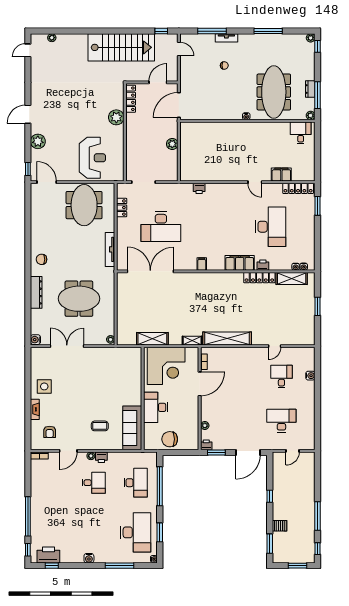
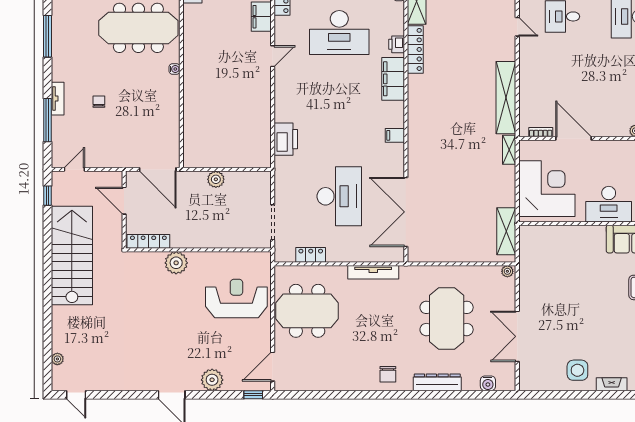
printer: (199, 188) -> (286, 139), width x1.87, depth x1.48
desk: (271, 227) -> (339, 33), turned 180
shelving: (152, 339) -> (506, 231), moved
water cooler: (35, 340) -> (488, 383), moved

